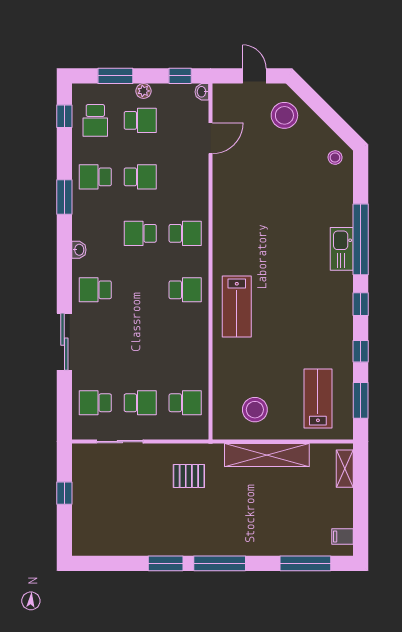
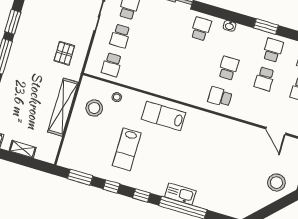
stool: (335, 158) -> (117, 97), moved
school desk: (185, 233) -> (220, 97), turned 90
school desk: (185, 290) -> (184, 86), removed
lab bench: (318, 398) -> (127, 149), moved, turned 90
shelving: (345, 469) -> (23, 149), moved

